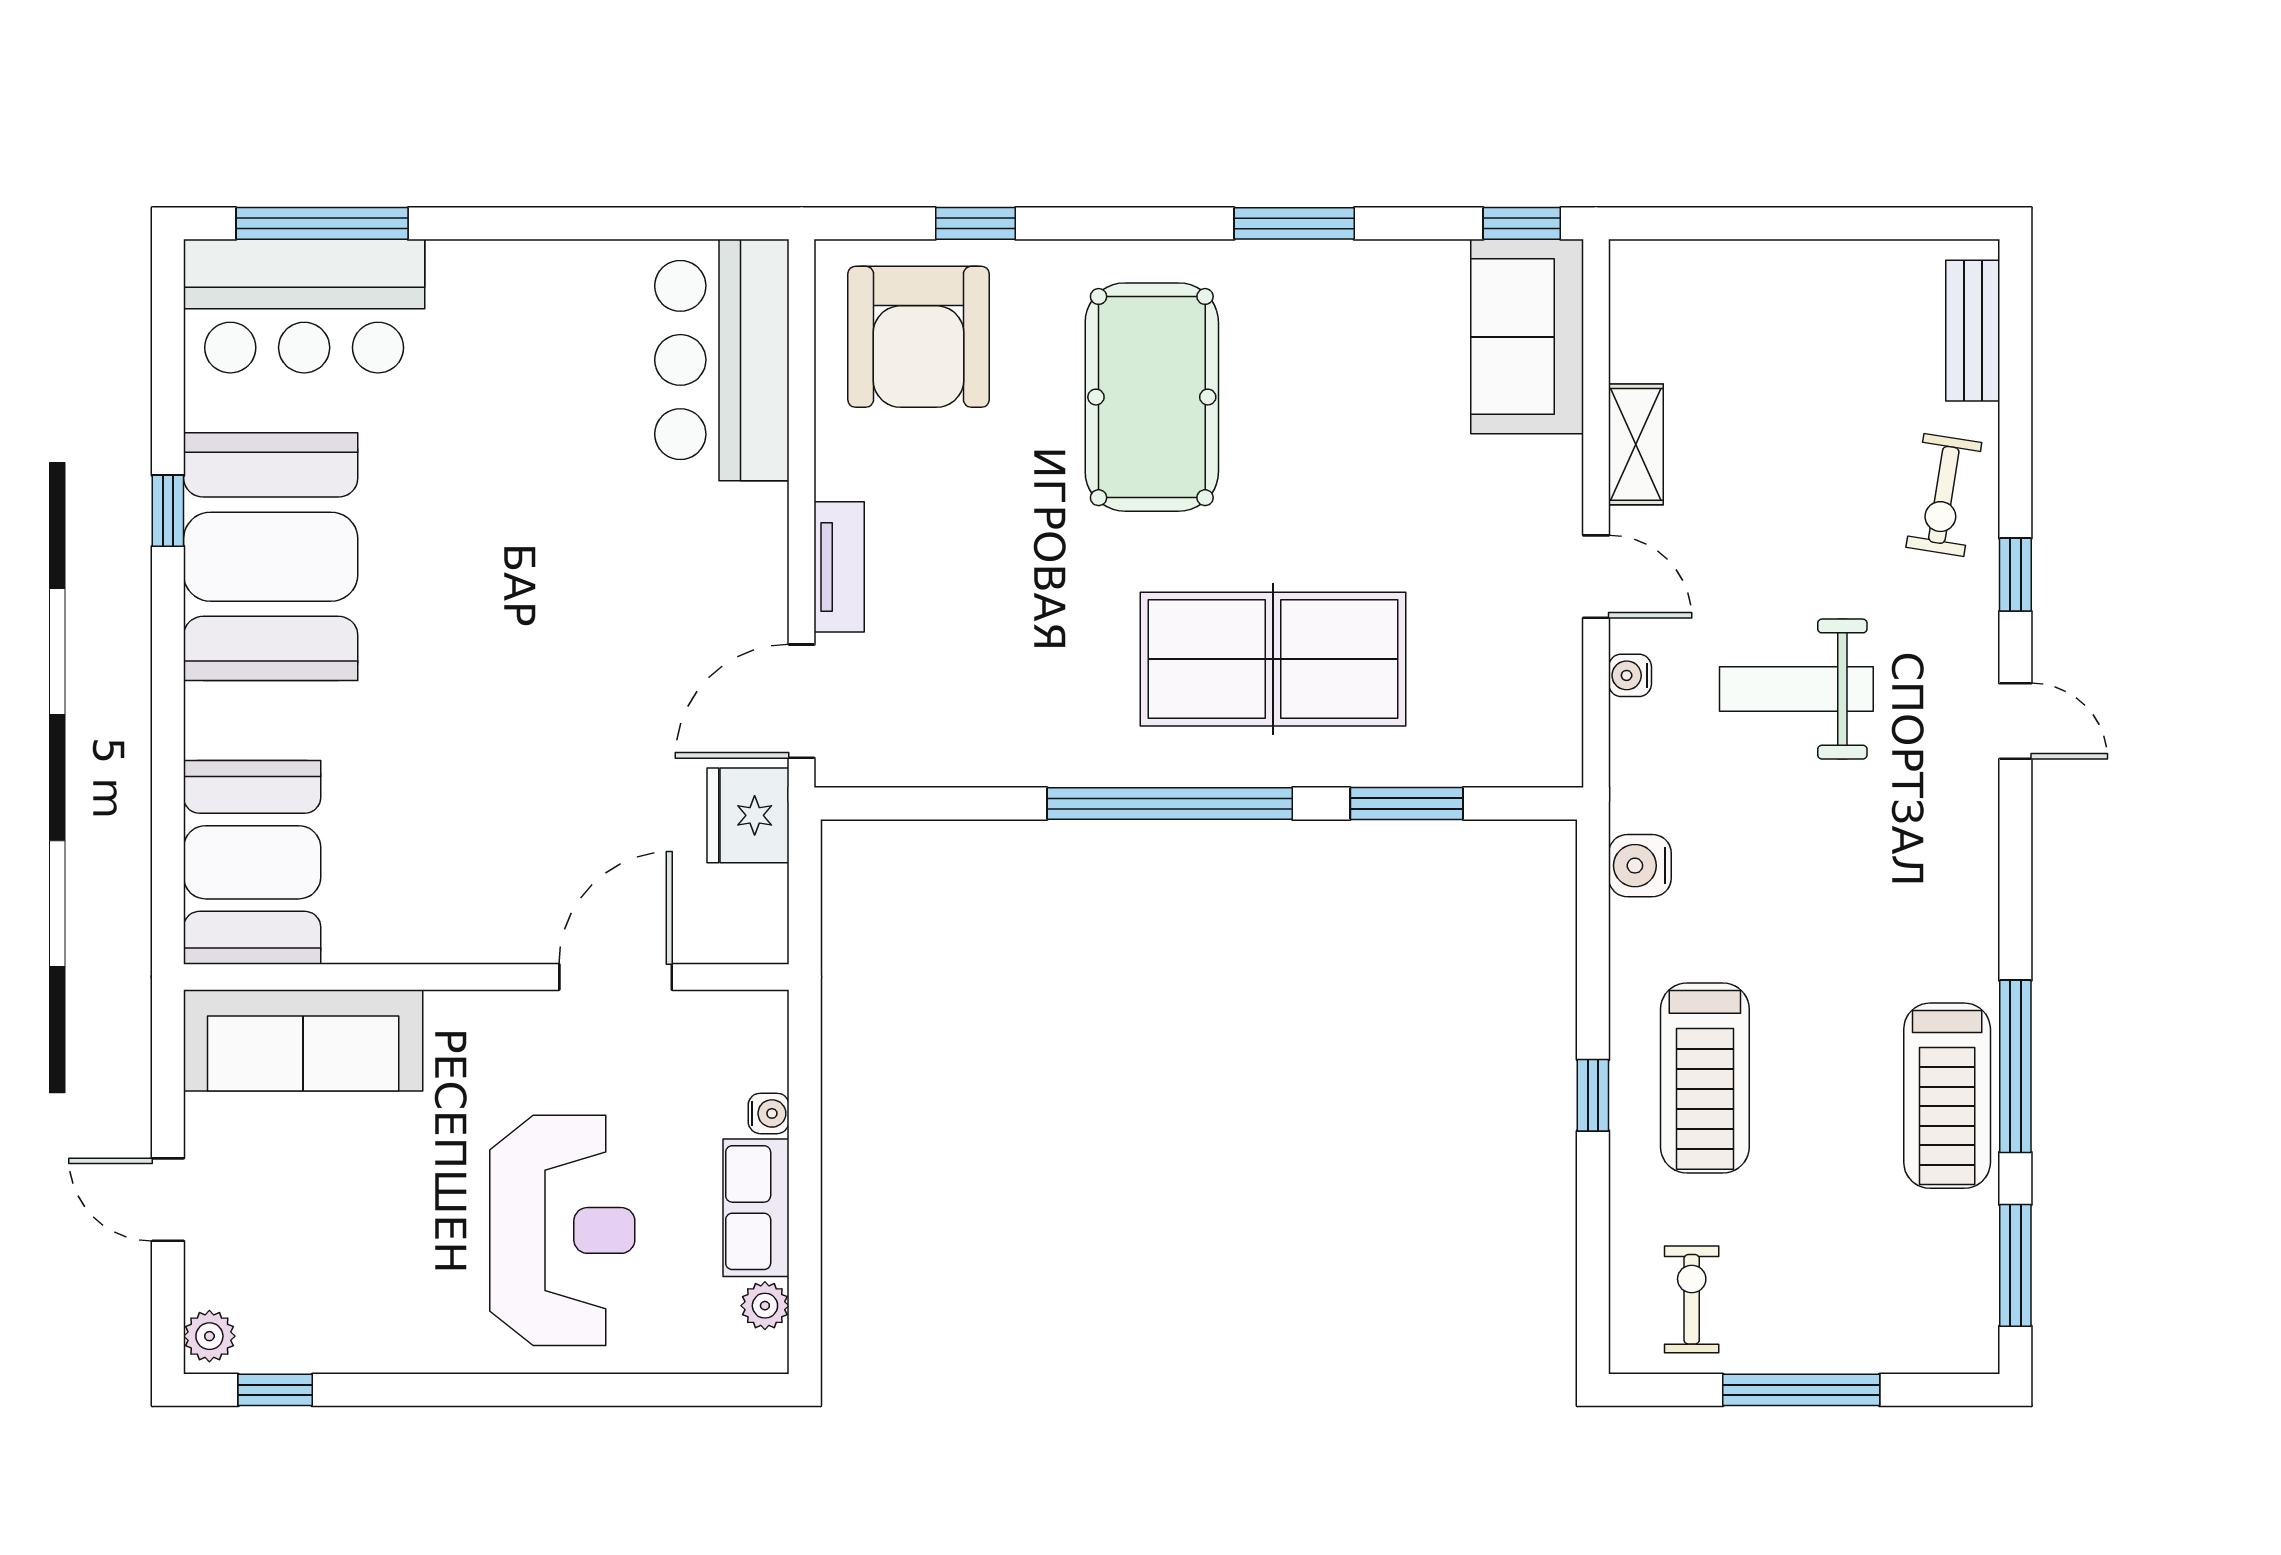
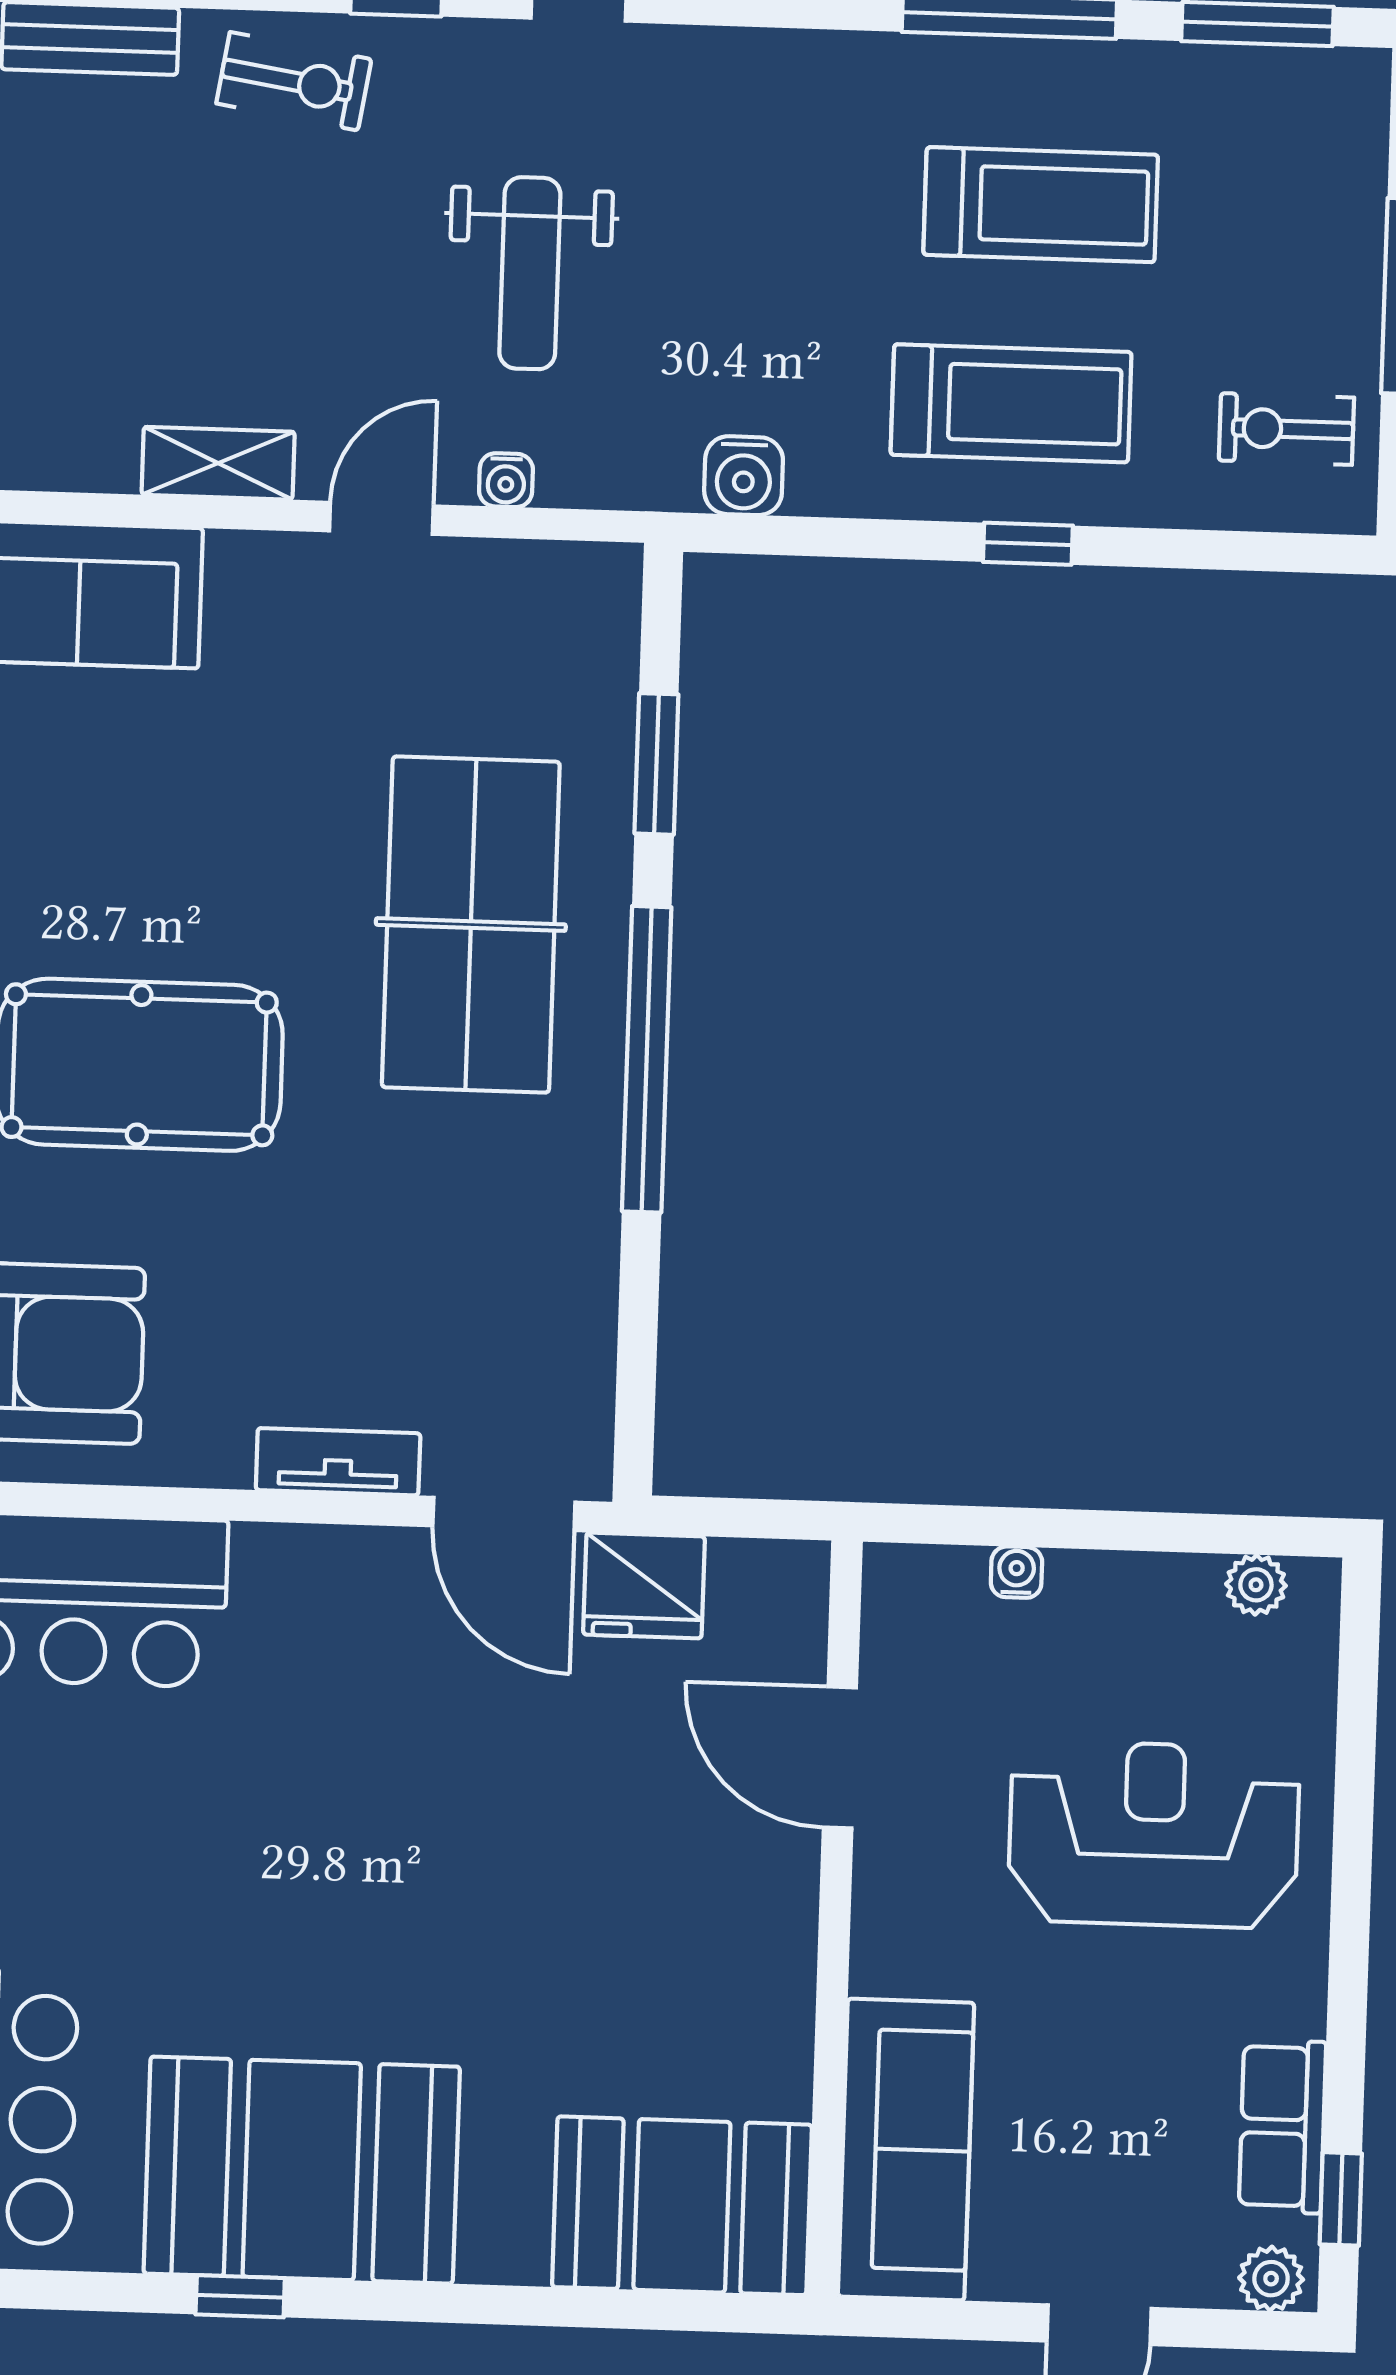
treadmill: (1947, 1096) -> (1041, 205), moved
row of seats: (756, 1208) -> (1282, 2127), moved, turned 90

